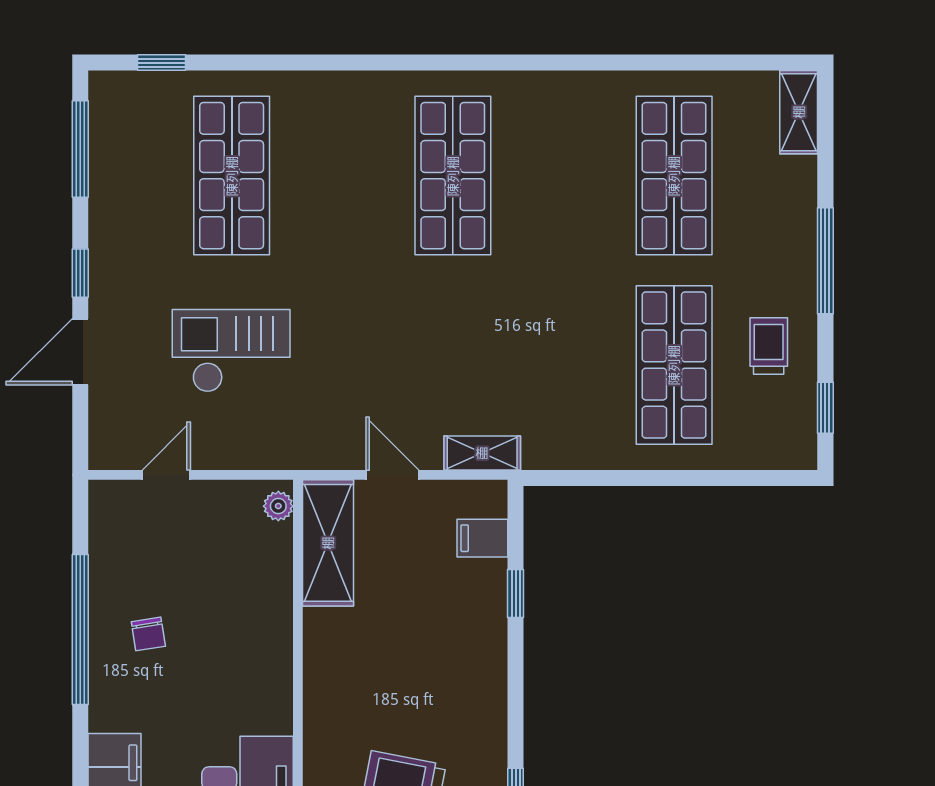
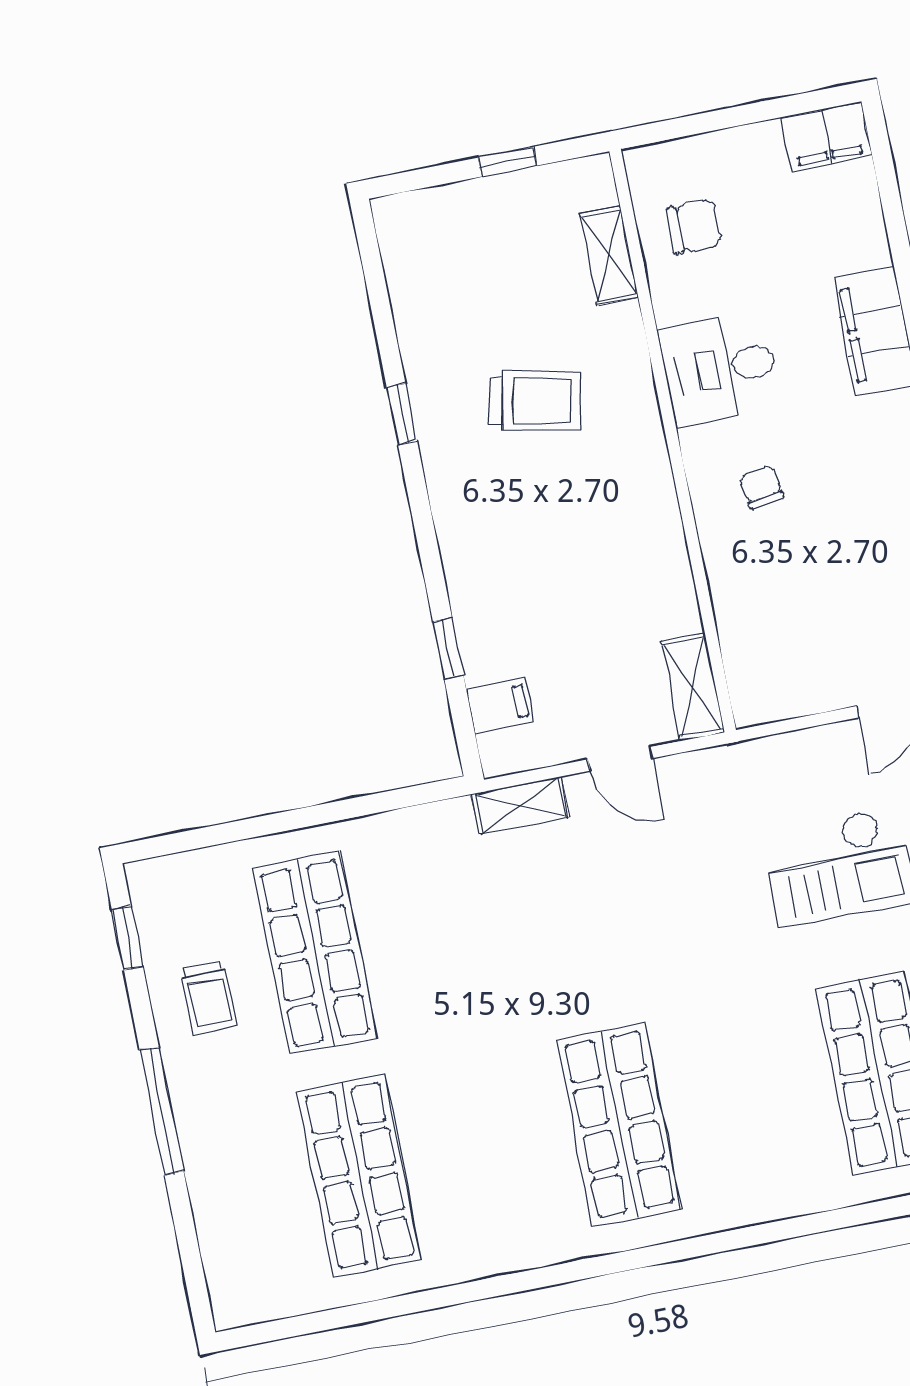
shelving: (799, 112) -> (228, 1279), removed
plant: (278, 506) -> (747, 696), removed
shelving: (328, 543) -> (693, 687), width x0.67, depth x0.75
chair: (148, 634) -> (761, 487), moved

